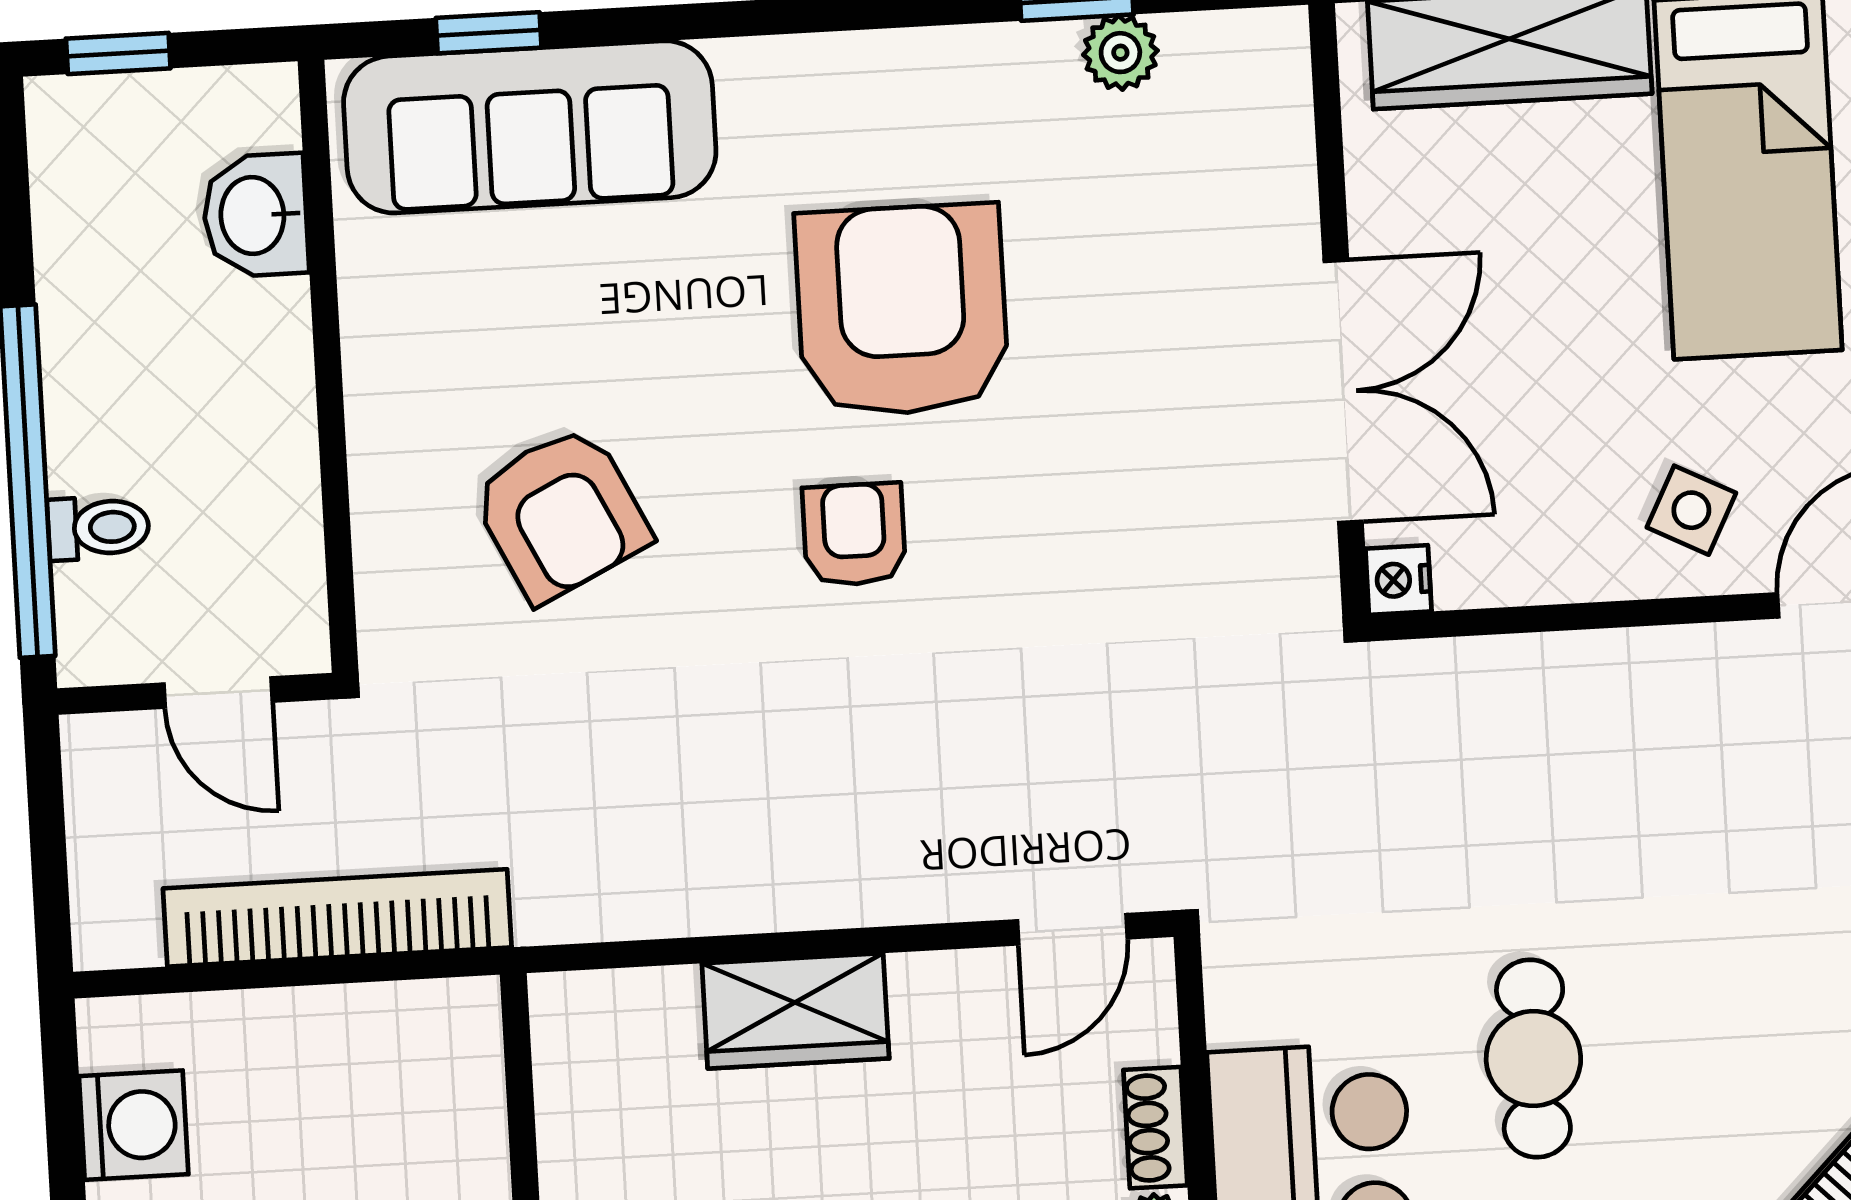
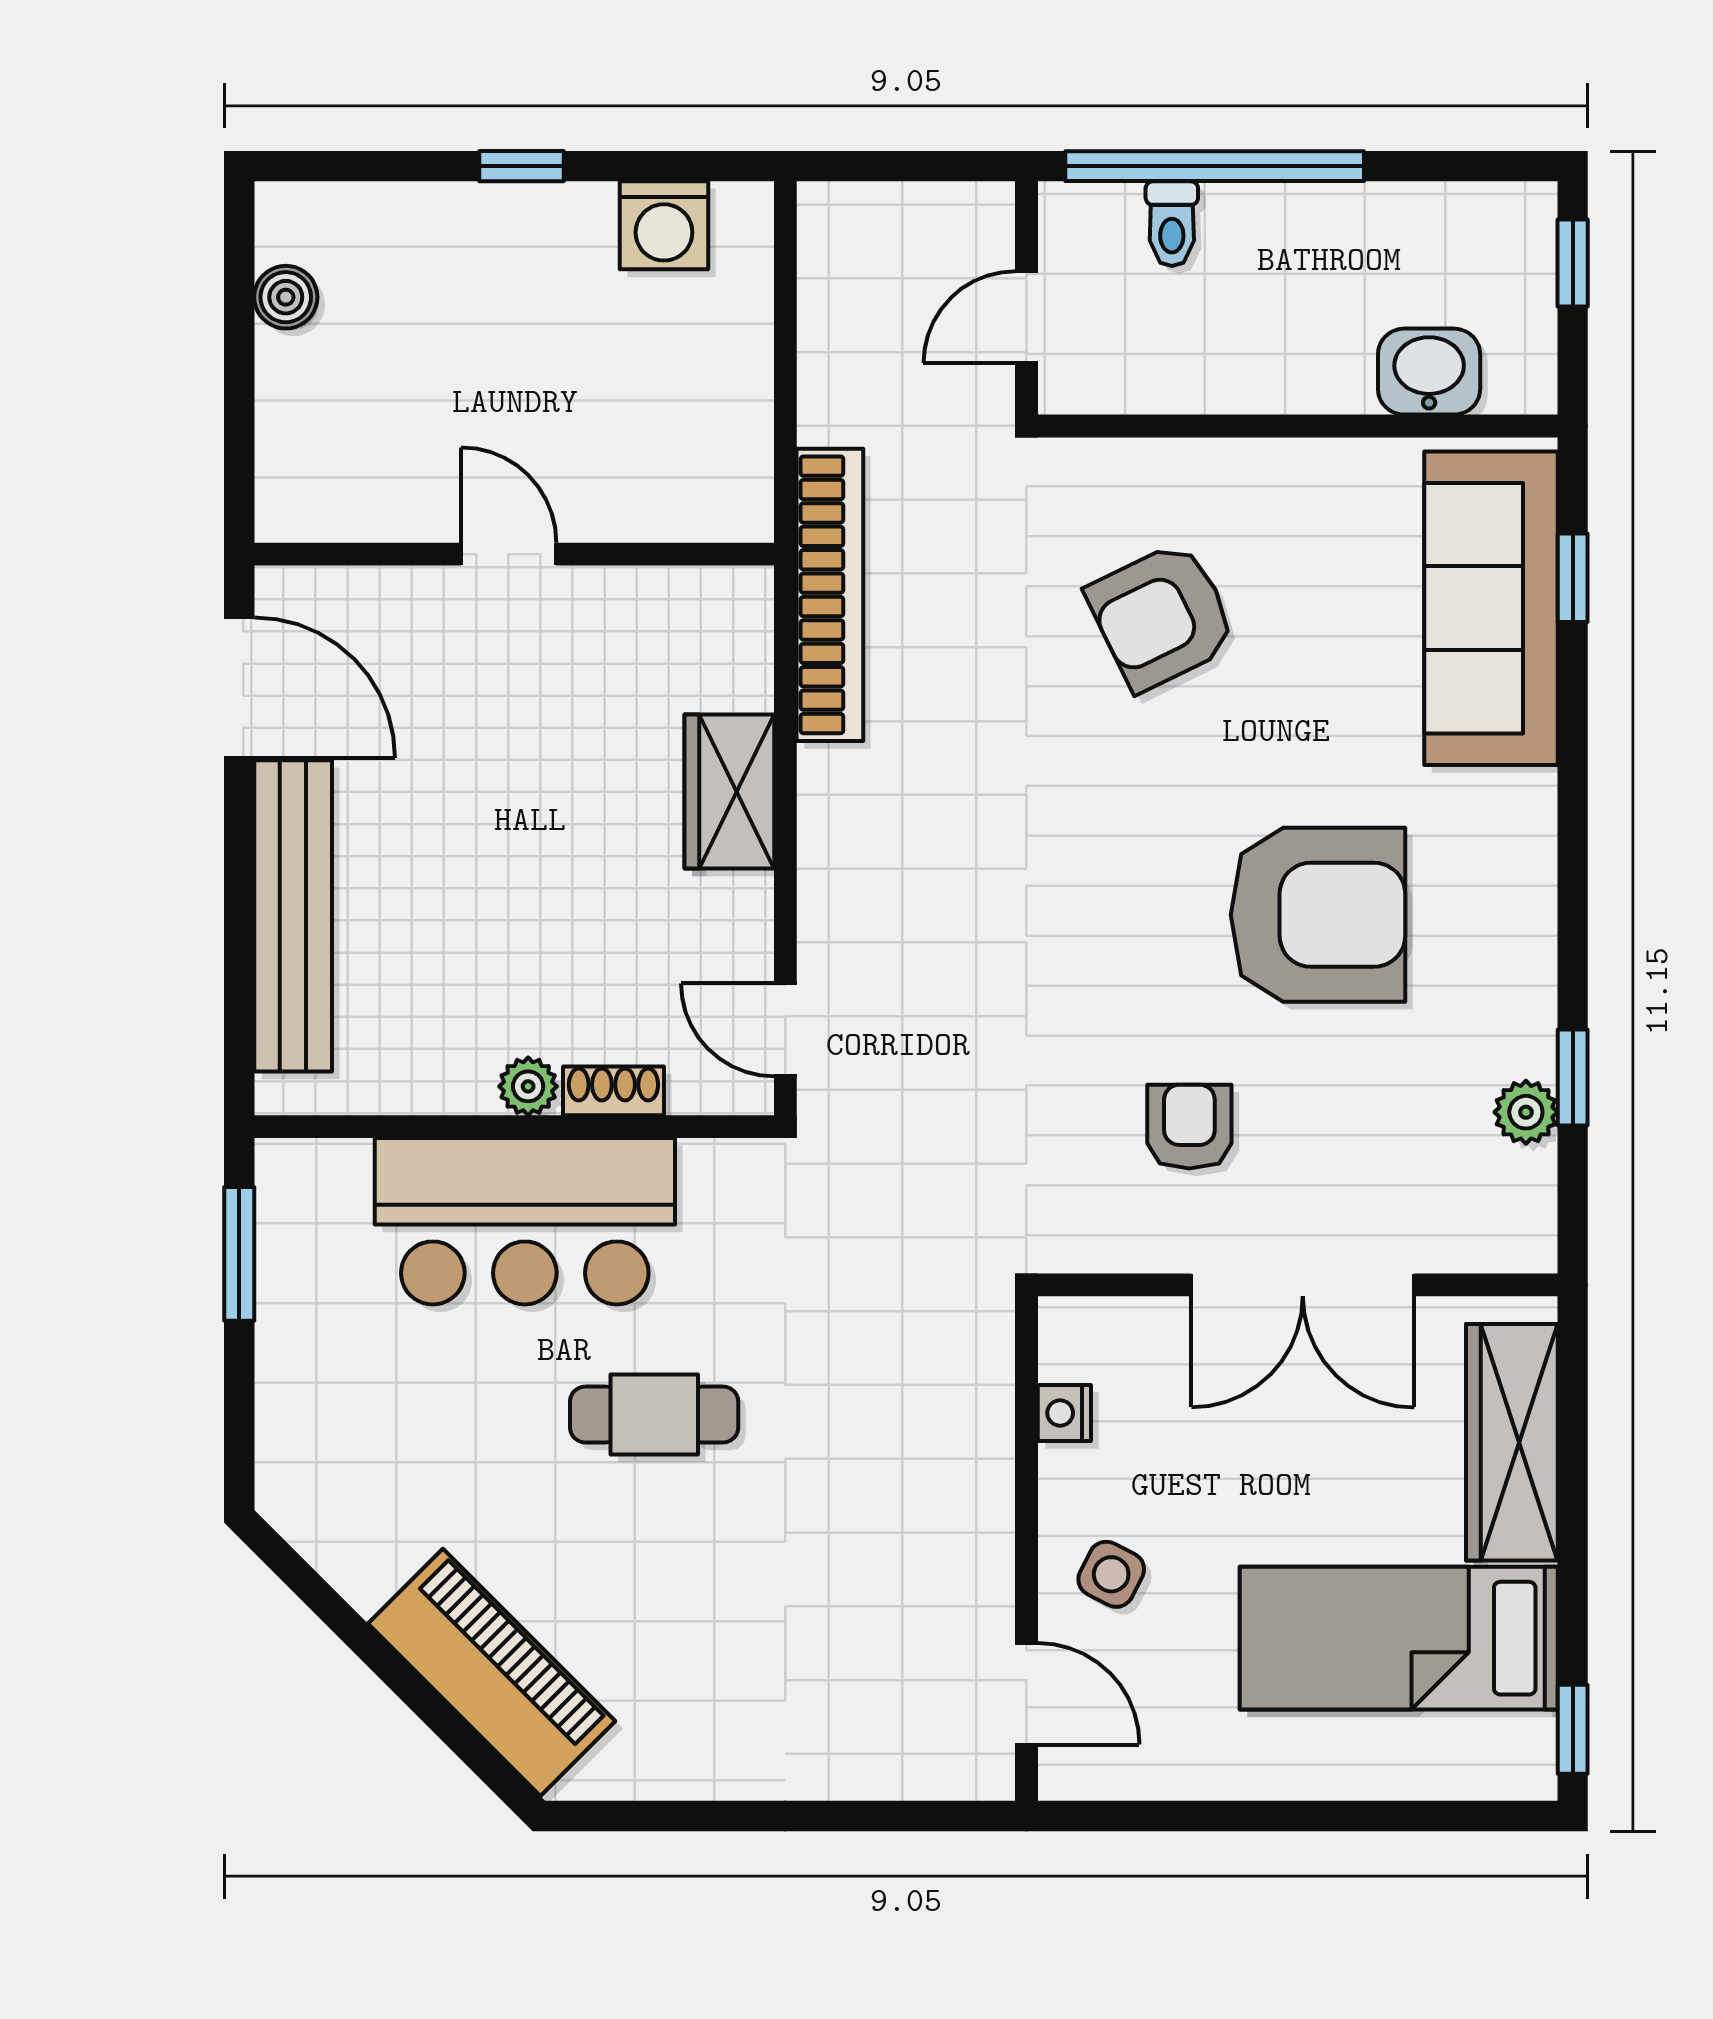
double door: (1343, 391) -> (1303, 1285), moved
armchair: (854, 534) -> (1189, 1127), moved, turned -90
nightstand: (1398, 580) -> (1064, 1413), moved, turned -90
bookcase: (337, 918) -> (830, 595), moved

